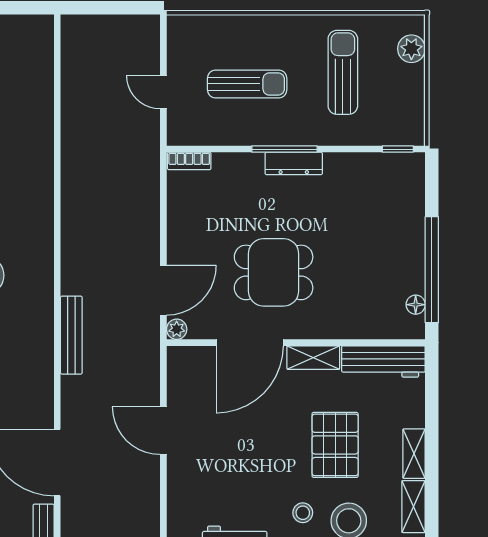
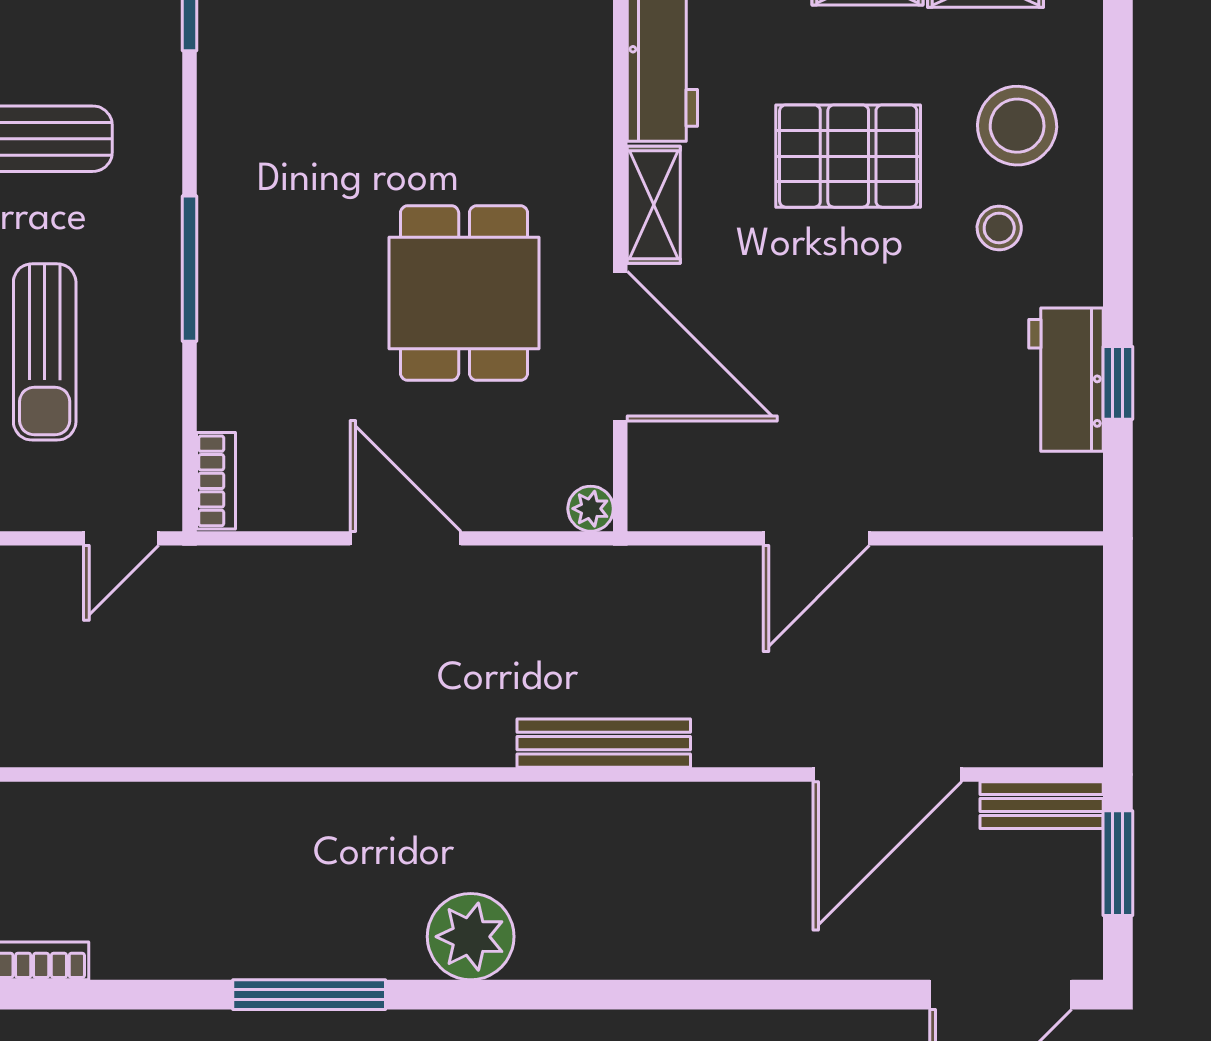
sun lounger: (247, 84) -> (45, 352), turned 180
door: (163, 92) -> (121, 538), moved
dresser: (294, 163) -> (221, 248), removed
door: (163, 290) -> (405, 538), moved

